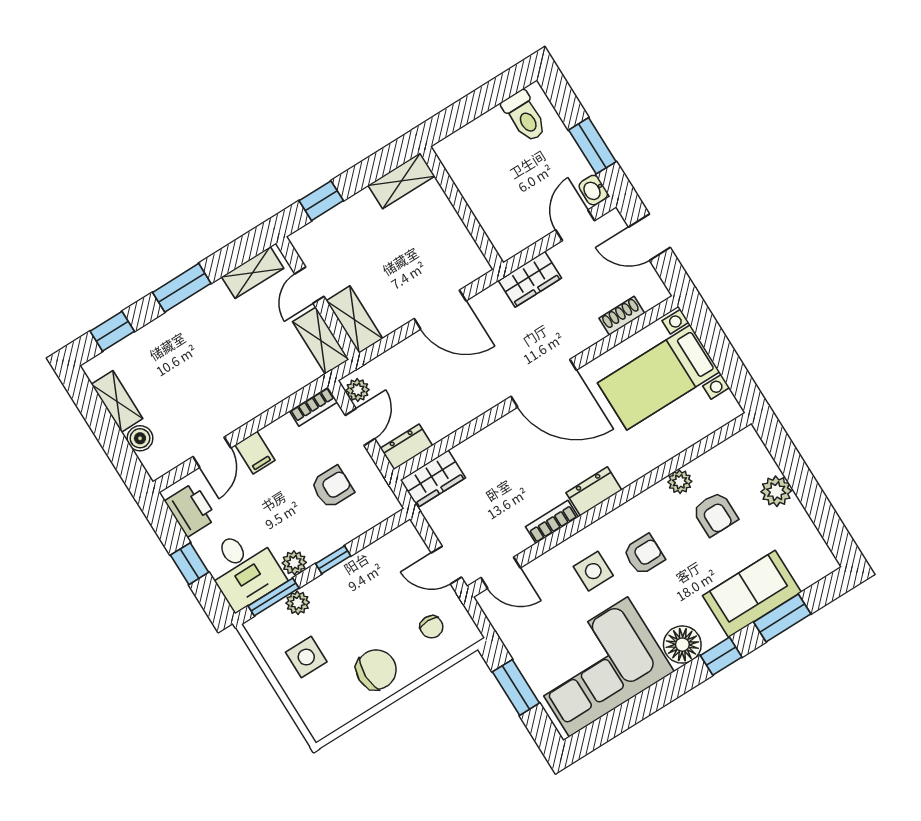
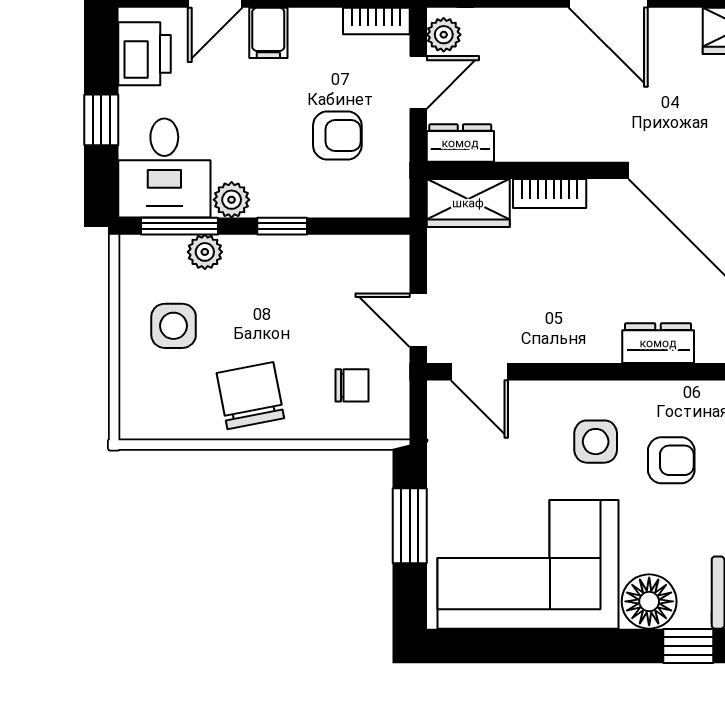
bookcase: (552, 522) -> (550, 194), moved, turned 180
chair: (431, 627) -> (352, 385), turned -90
chair: (376, 670) -> (250, 396), turned -101

